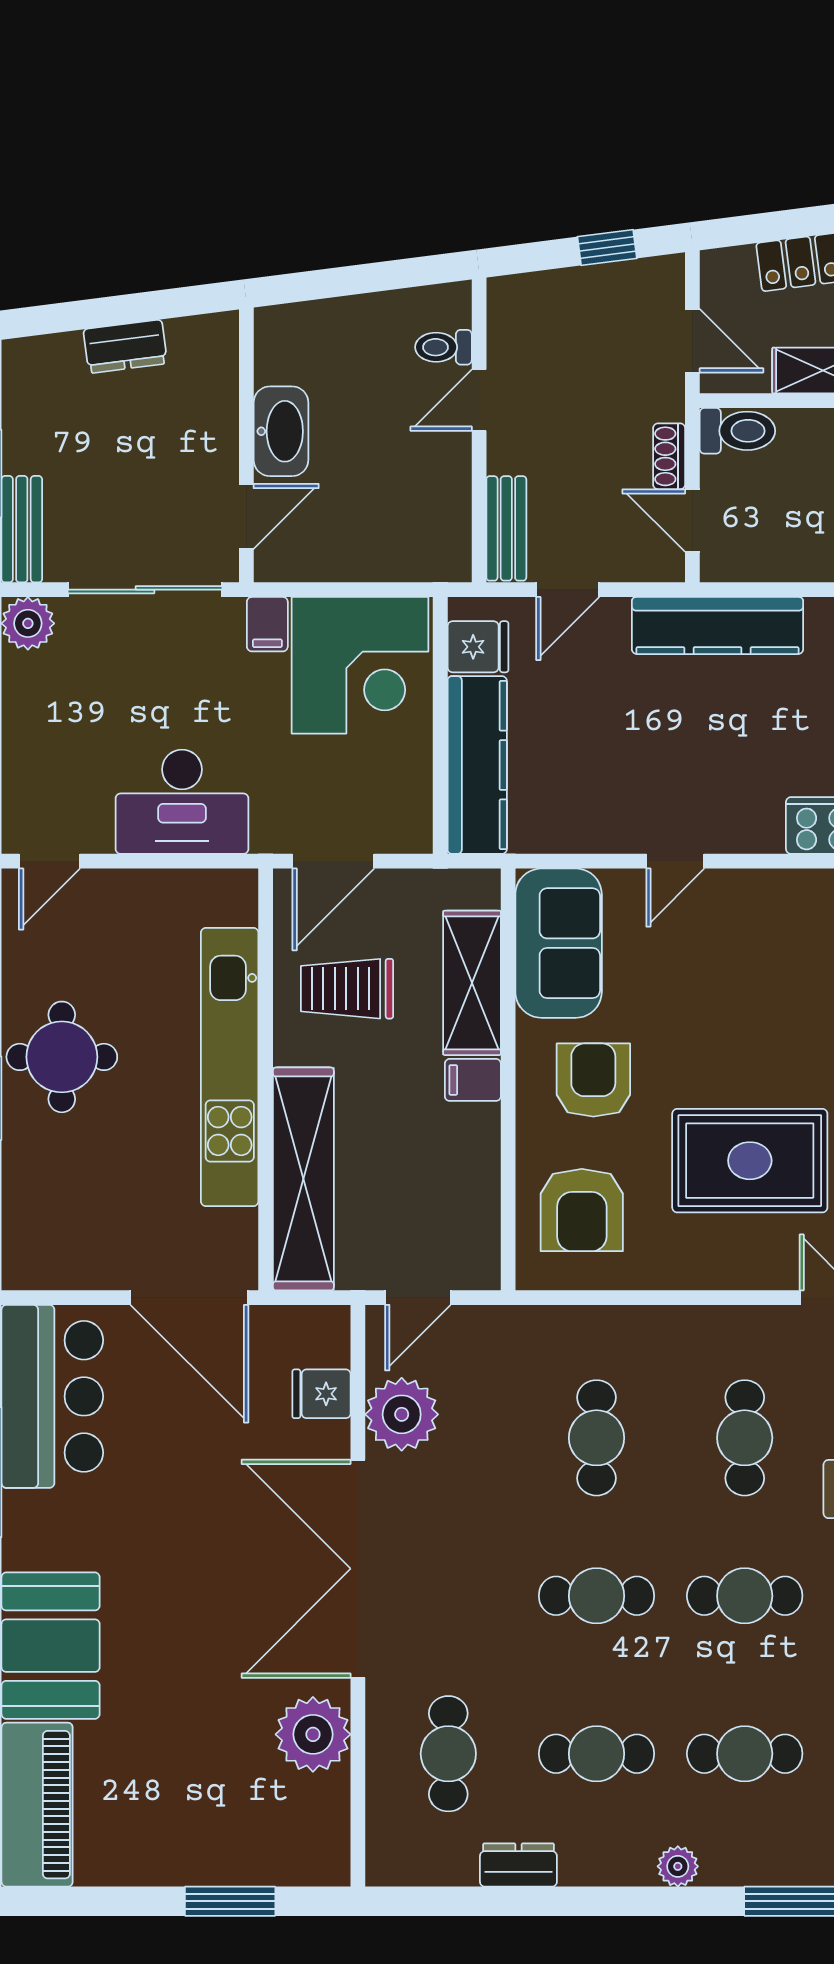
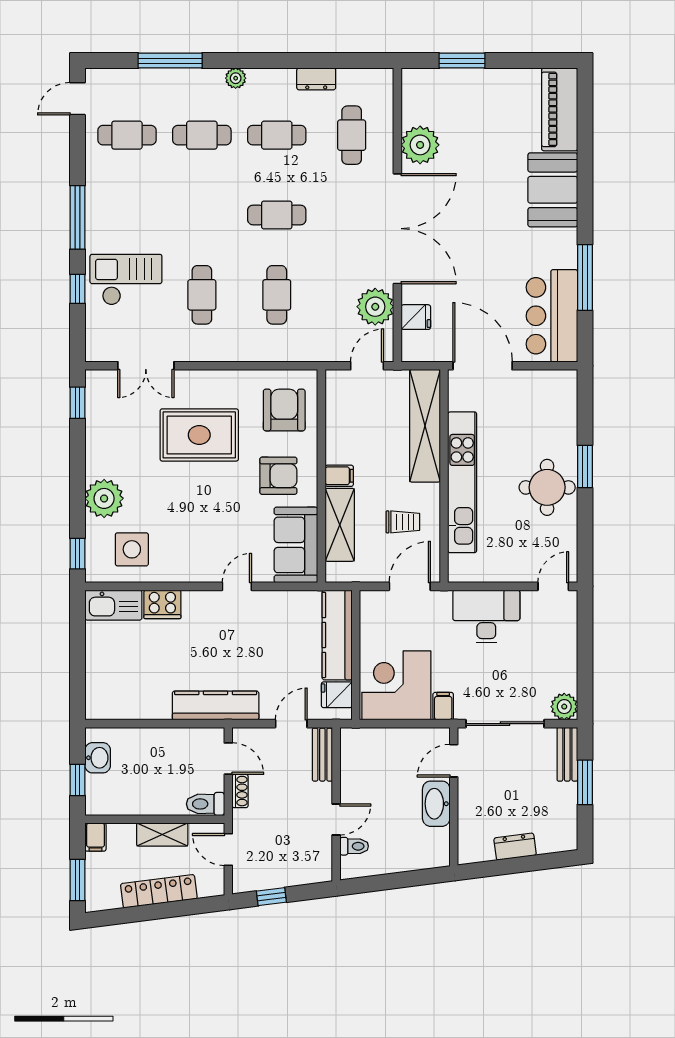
trolley: (347, 989) -> (403, 522), width x0.73, depth x0.72
armchair: (593, 1080) -> (278, 476), turned -90
cafe table: (745, 1596) -> (202, 215), removed

